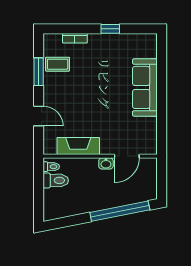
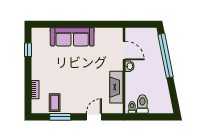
window: (110, 29) -> (28, 50), moved

